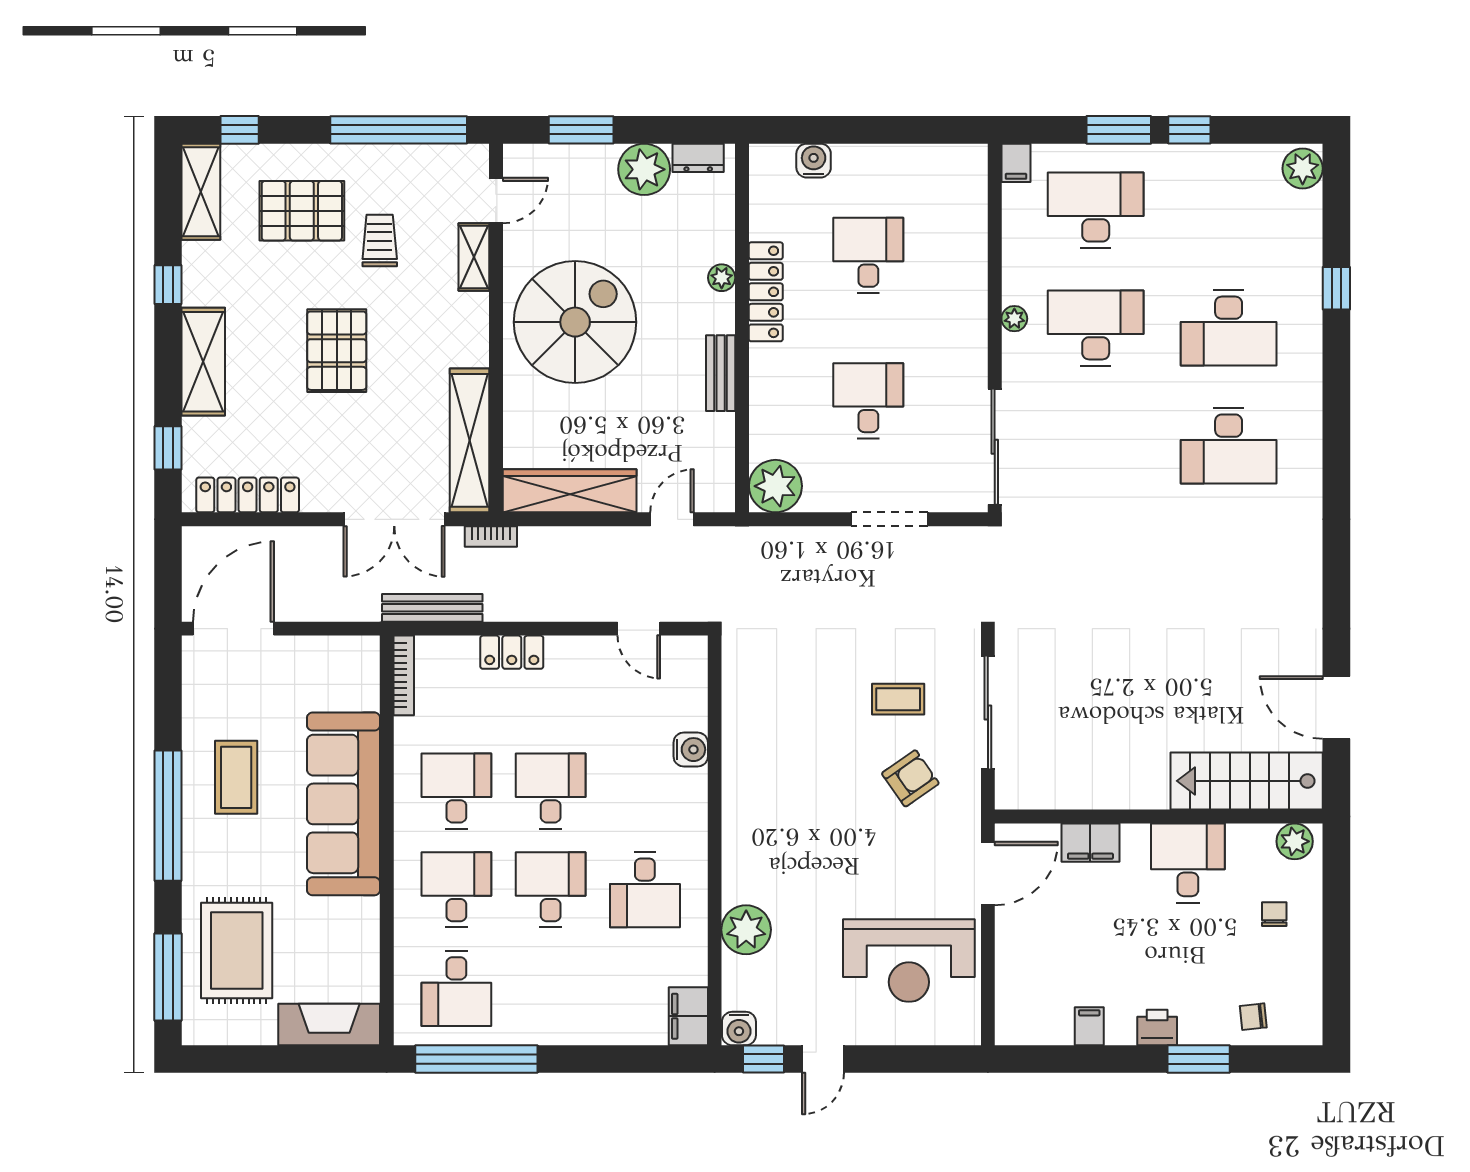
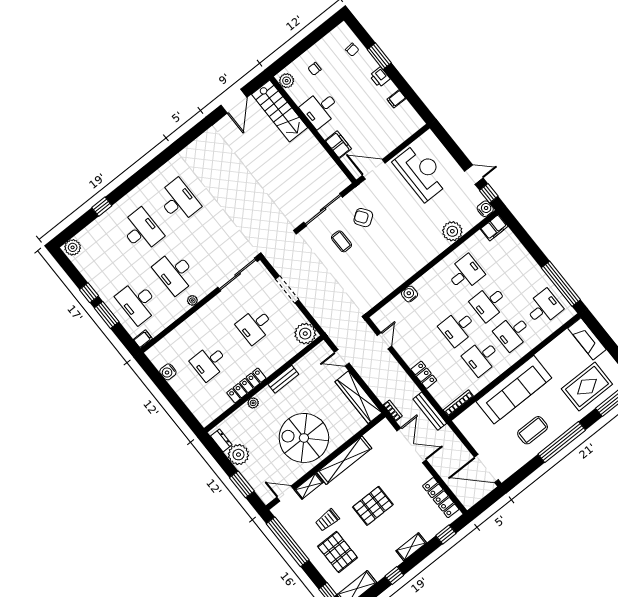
water cooler: (814, 161) -> (168, 372), moved
shelving: (203, 362) -> (411, 547), width x0.67, depth x0.75
shelving: (469, 440) -> (344, 460), moved

